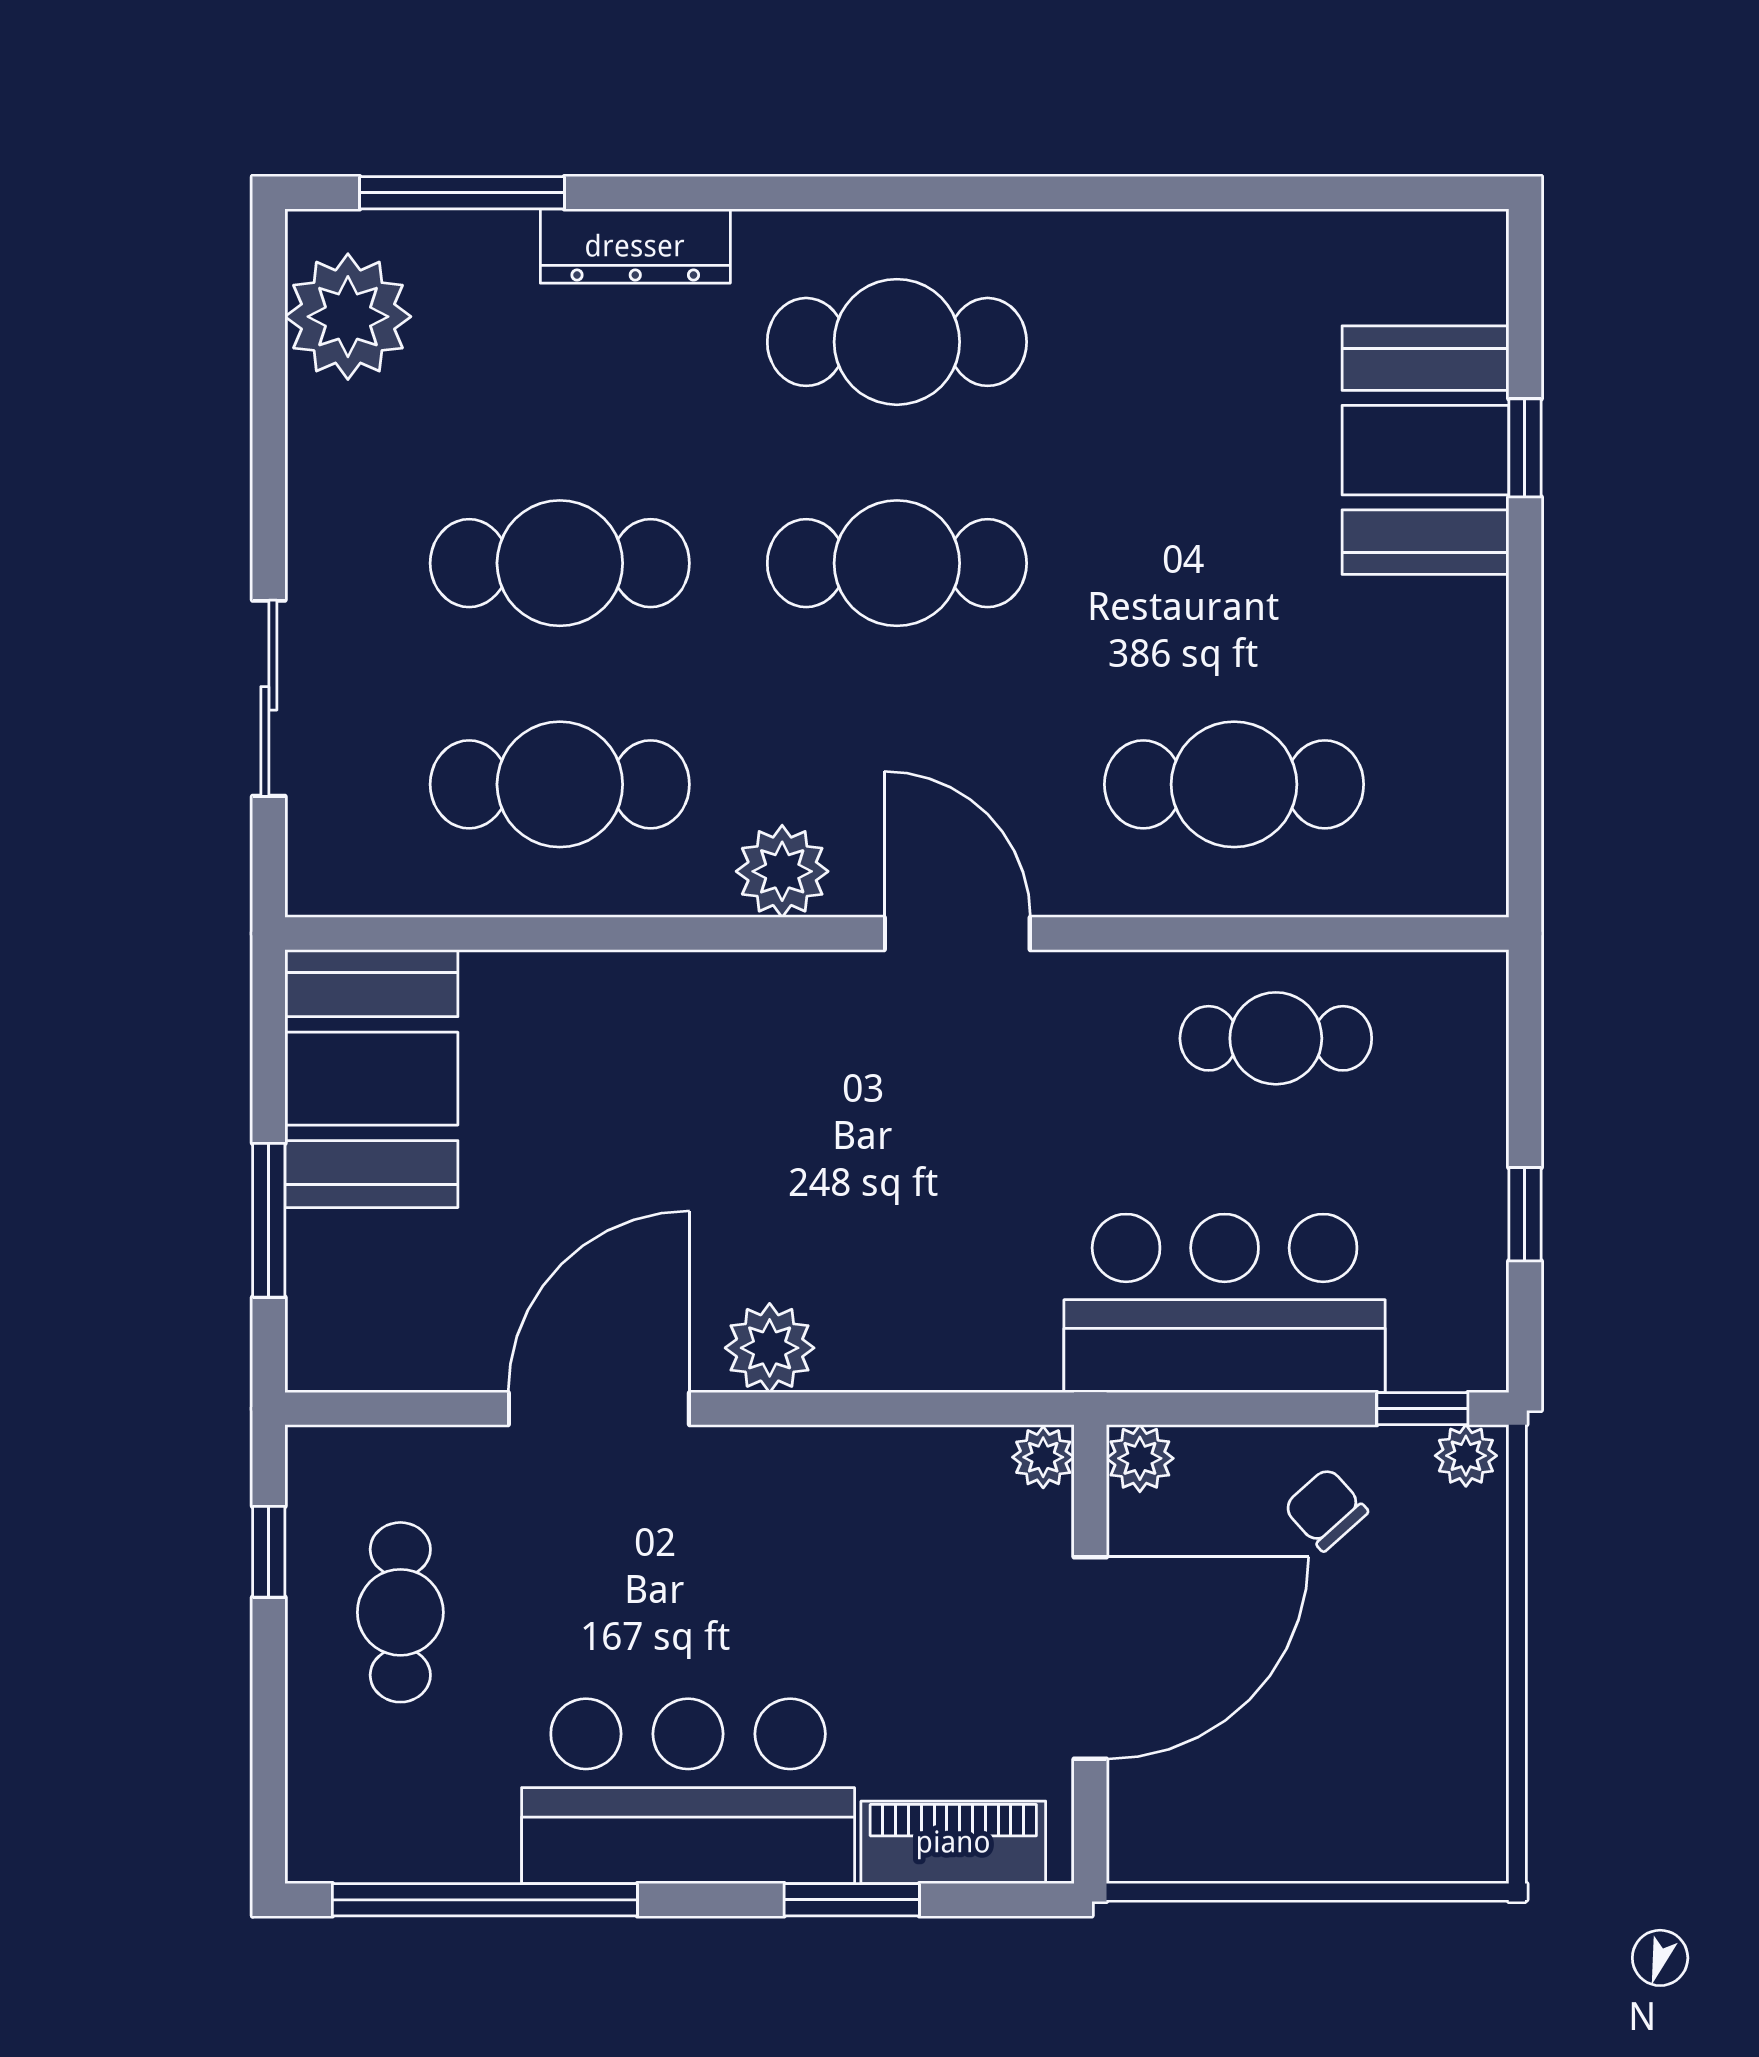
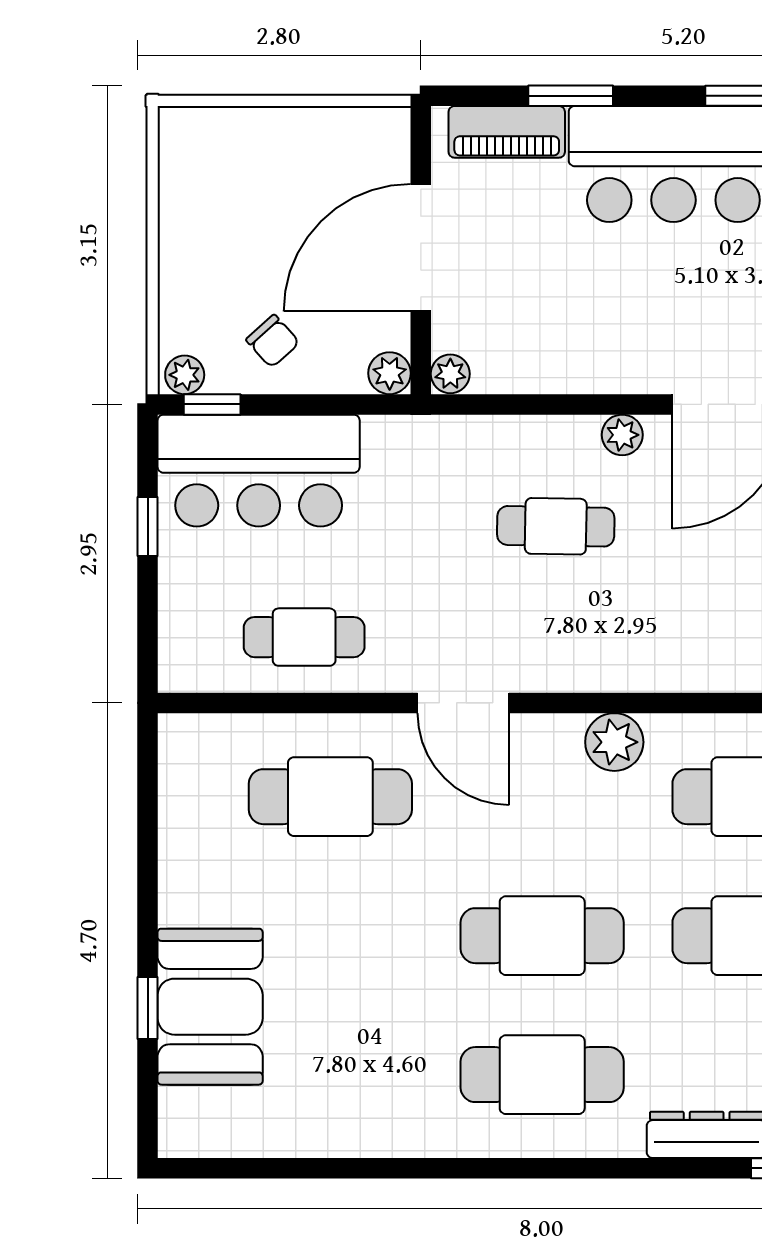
door: (957, 934) -> (463, 703), moved
cafe table: (875, 1215) -> (556, 526), added
bar counter: (1225, 1303) -> (259, 471), moved
plant: (770, 1348) -> (622, 435), width x0.73, depth x0.73

